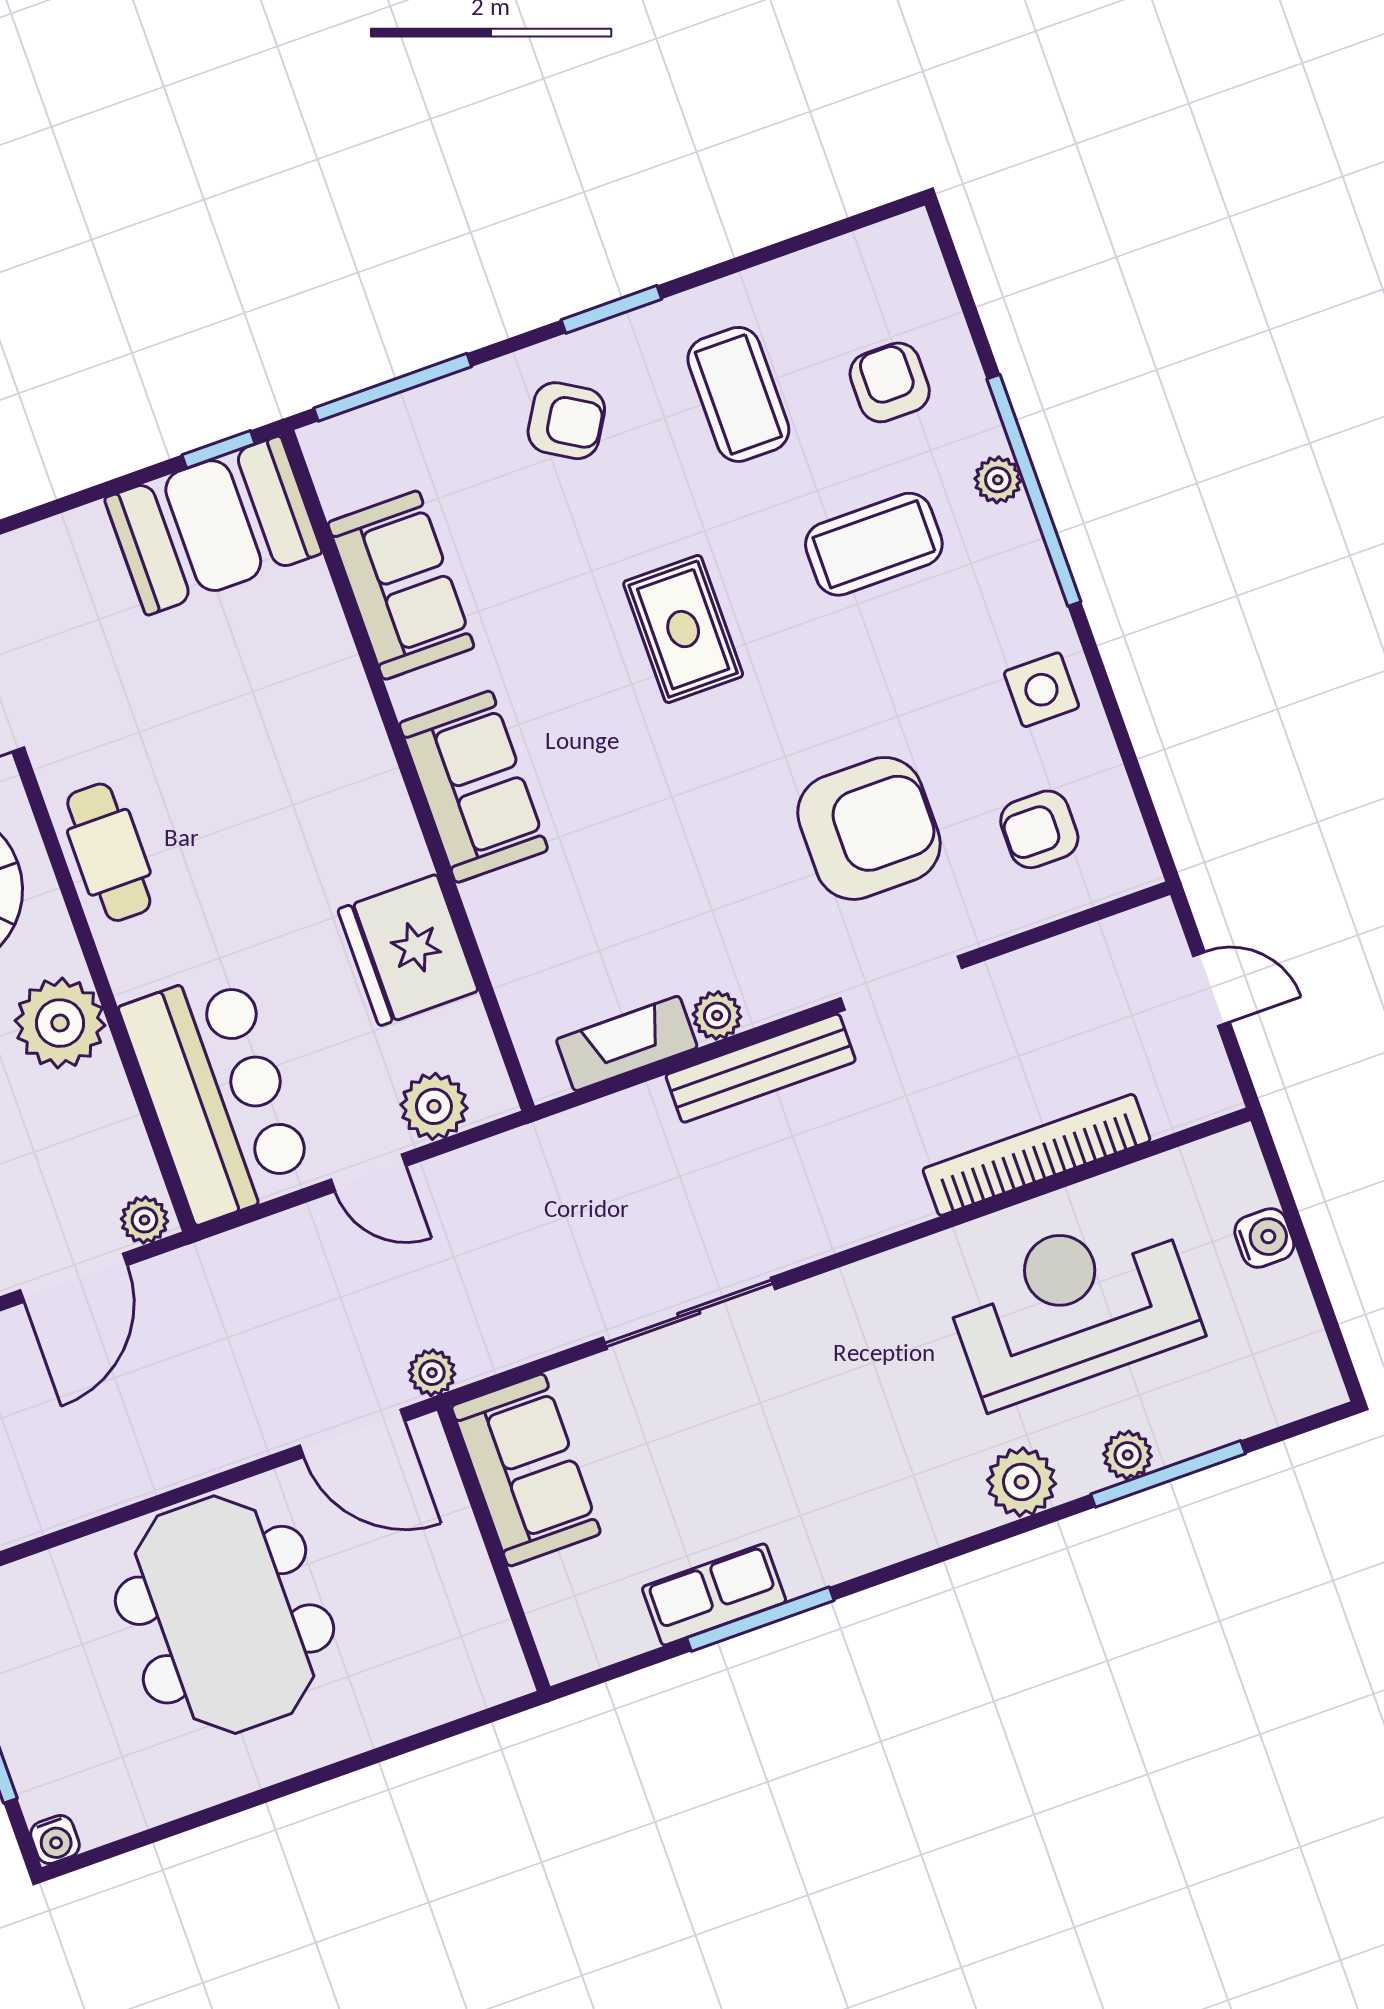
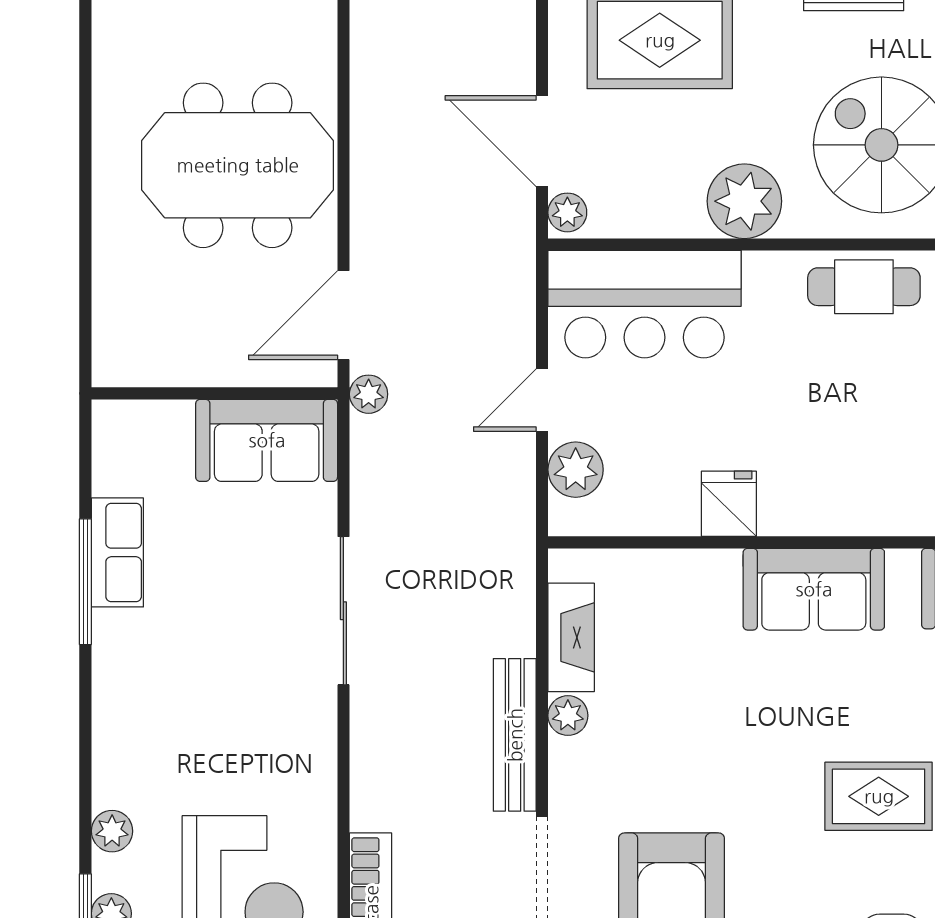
fridge: (408, 950) -> (729, 504), width x0.53, depth x0.75
plant: (1021, 1482) -> (112, 831), width x0.73, depth x0.73

